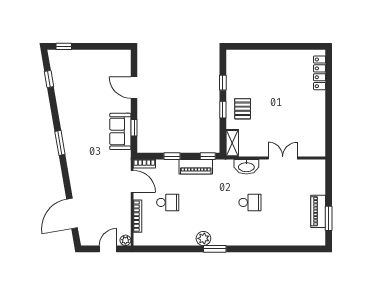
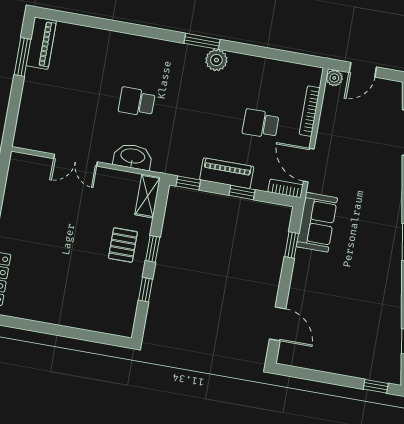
door: (134, 88) -> (278, 324), moved
sofa: (120, 131) -> (317, 222), moved
piano: (196, 167) -> (227, 173), moved
piano: (318, 211) -> (41, 43), moved

